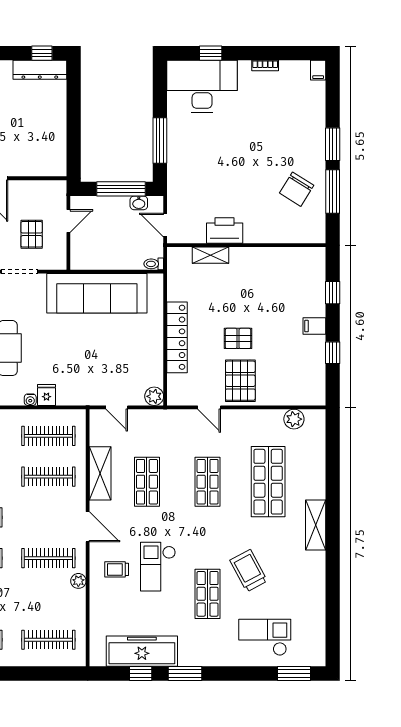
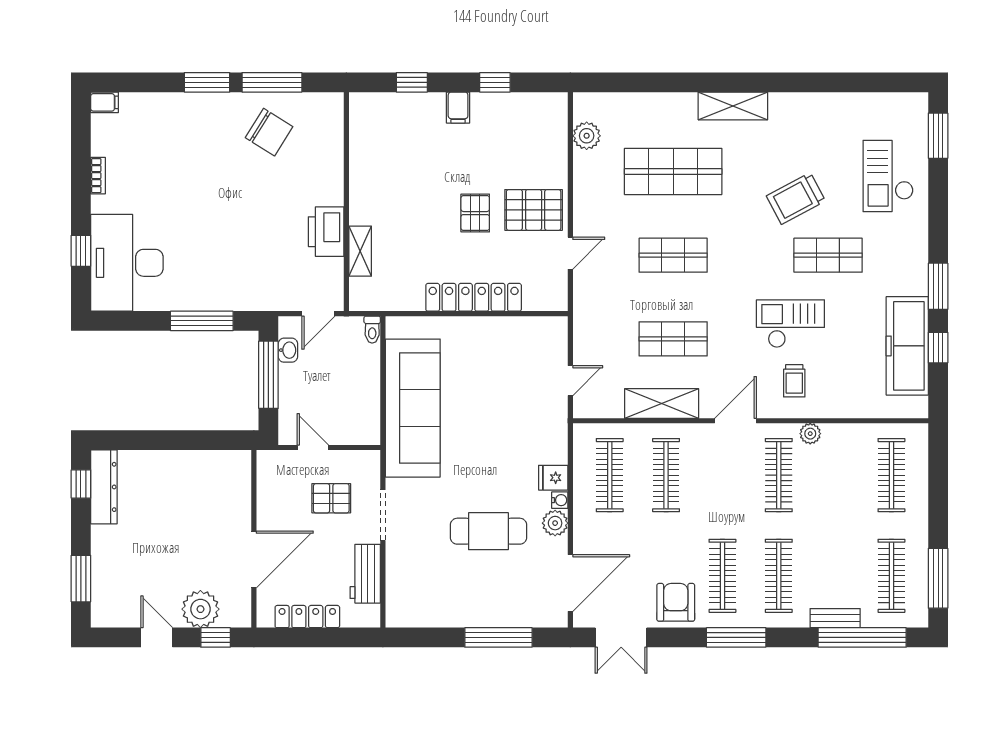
plant: (154, 396) -> (555, 523), moved
checkout: (158, 567) -> (790, 324), turned 180

